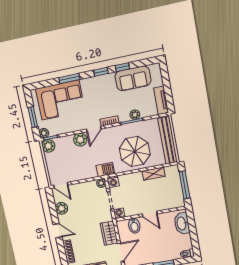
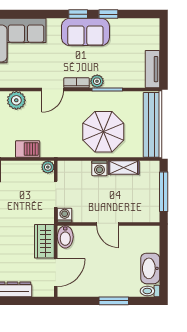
sofa: (133, 78) -> (85, 32), moved
window: (69, 79) -> (33, 14), removed
plant: (135, 115) -> (97, 81), moved
plant: (80, 140) -> (16, 100), moved
barbecue: (105, 170) -> (28, 149), moved
washing machine: (113, 182) -> (99, 168), moved
washbasin: (182, 223) -> (150, 268), moved
bidet: (134, 226) -> (65, 237), moved

